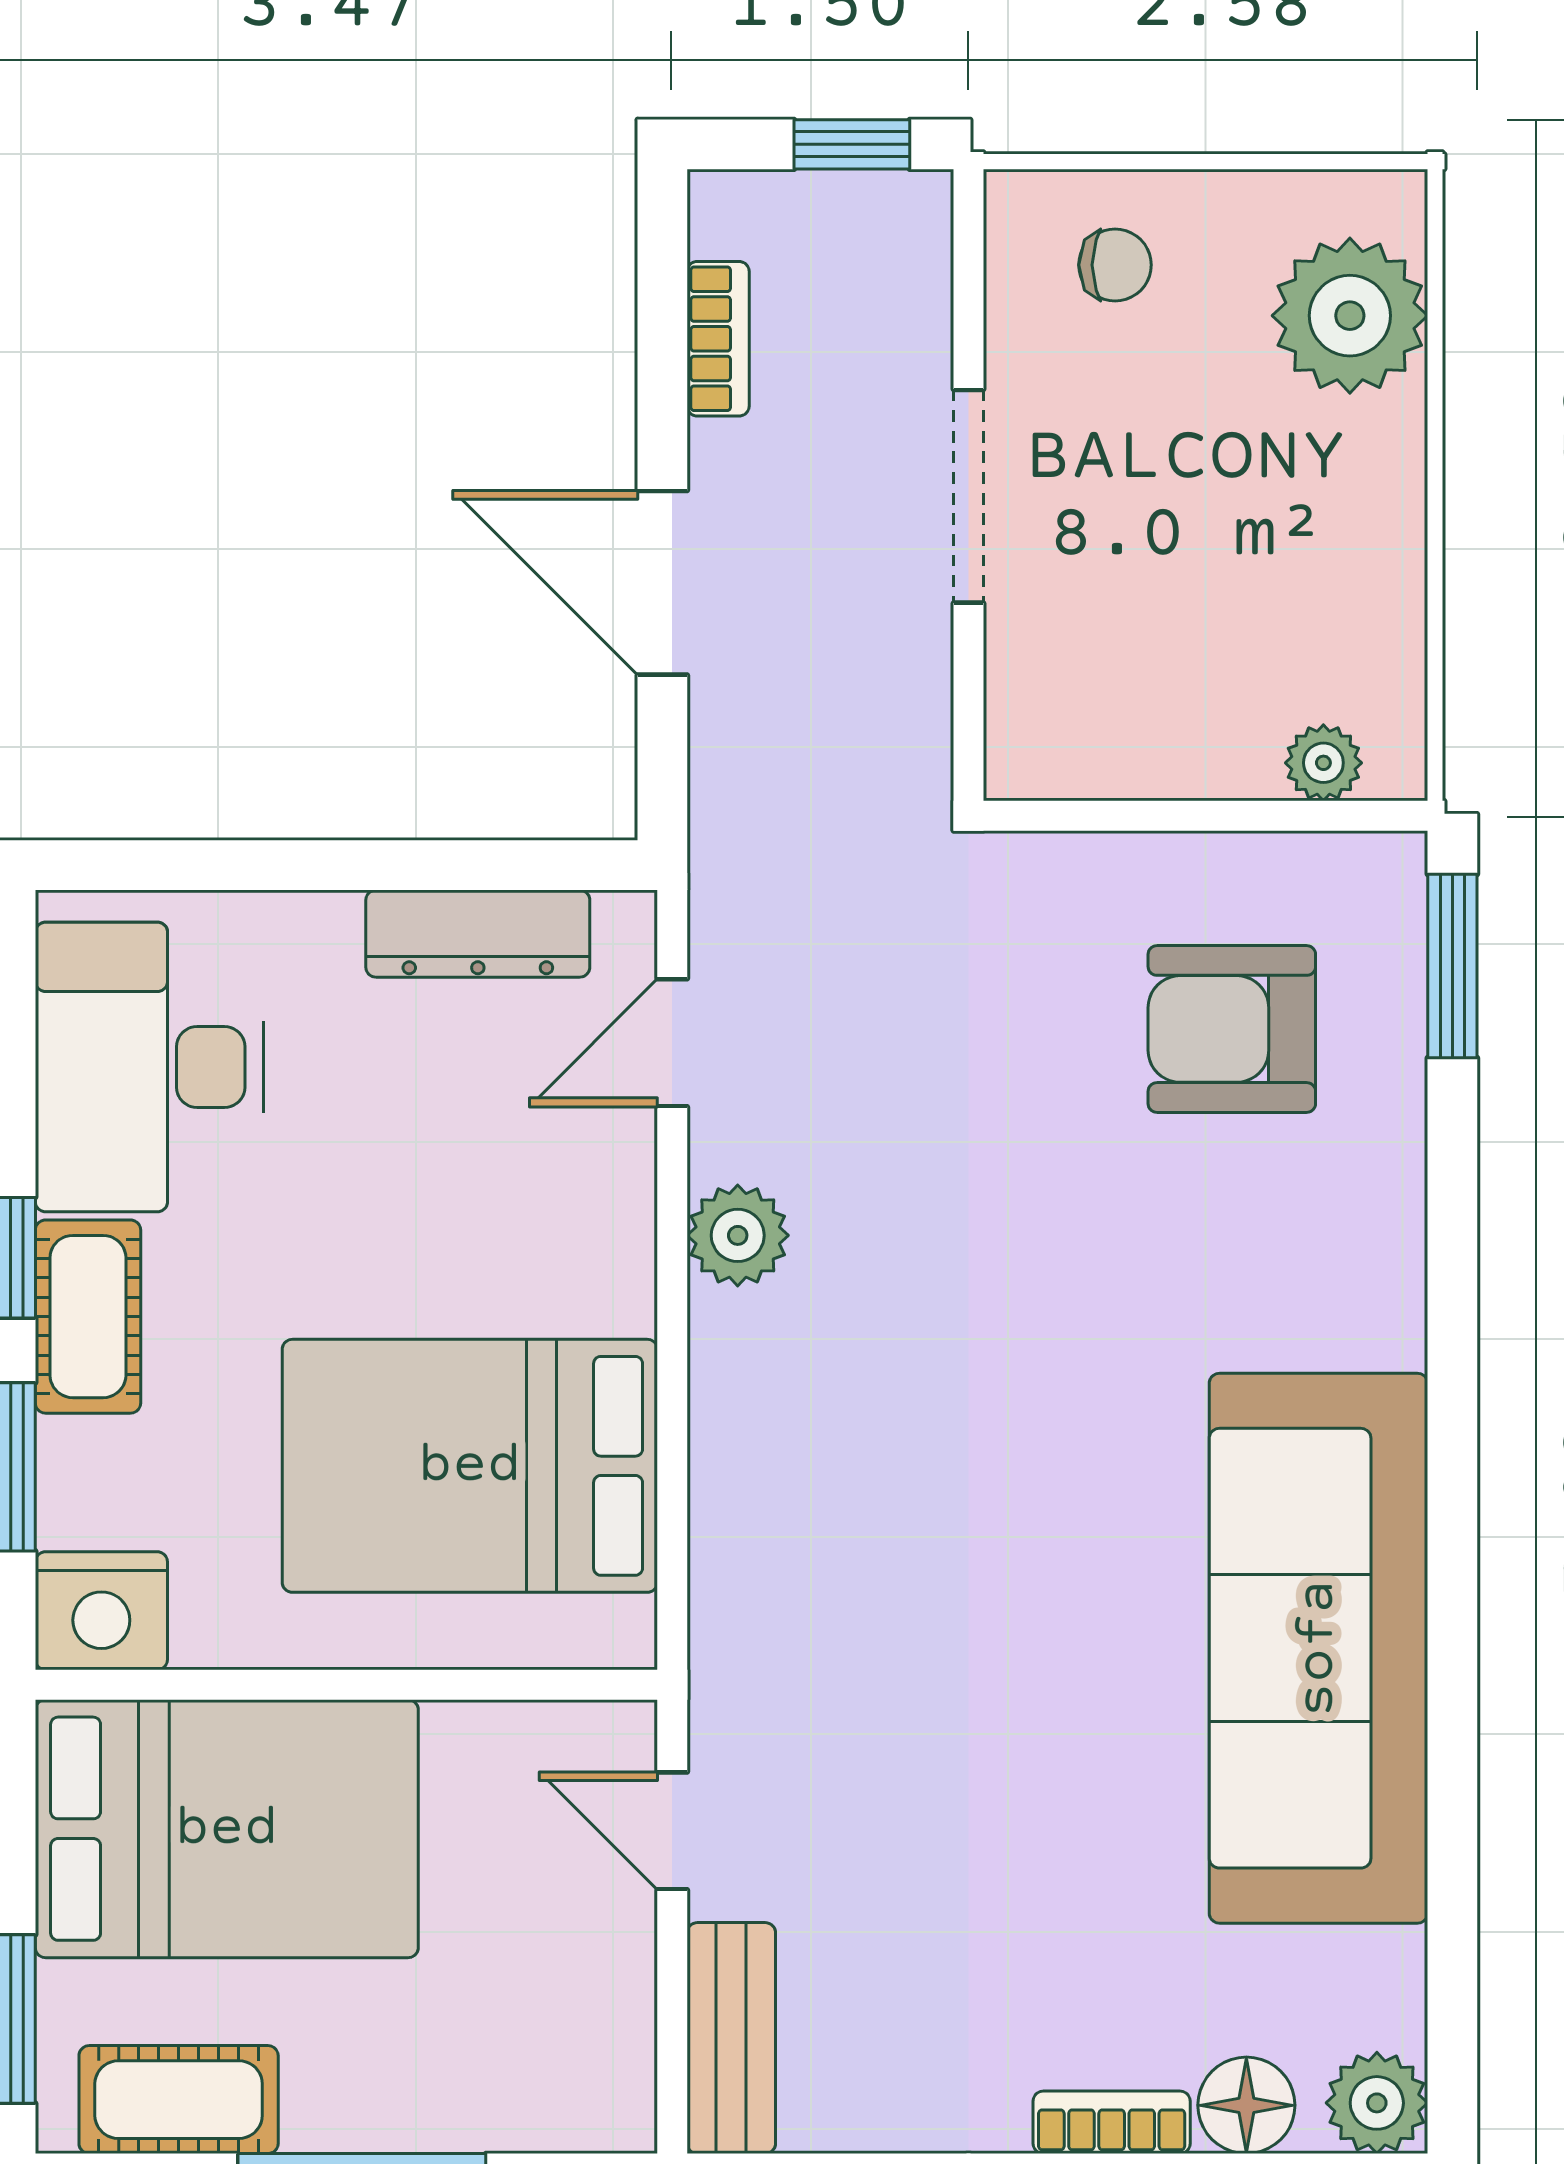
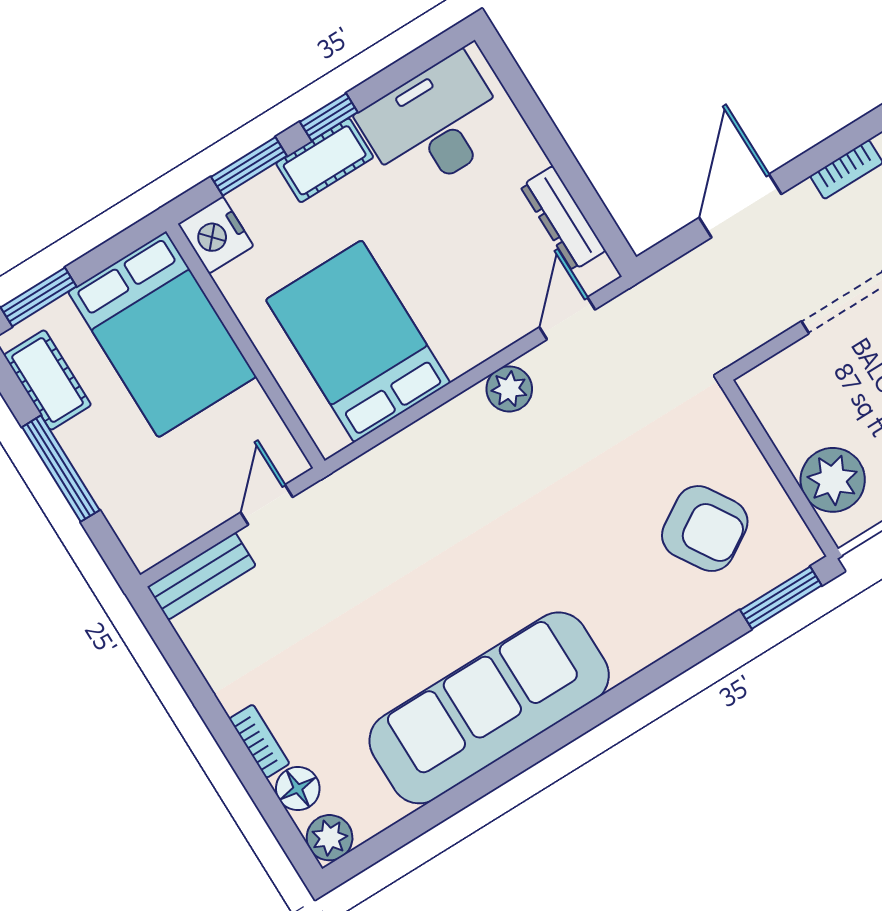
plant: (1323, 763) -> (833, 480), width x1.87, depth x1.87
armchair: (1232, 1029) -> (705, 529), turned 148
door: (672, 1043) -> (567, 318), hinge flipped

